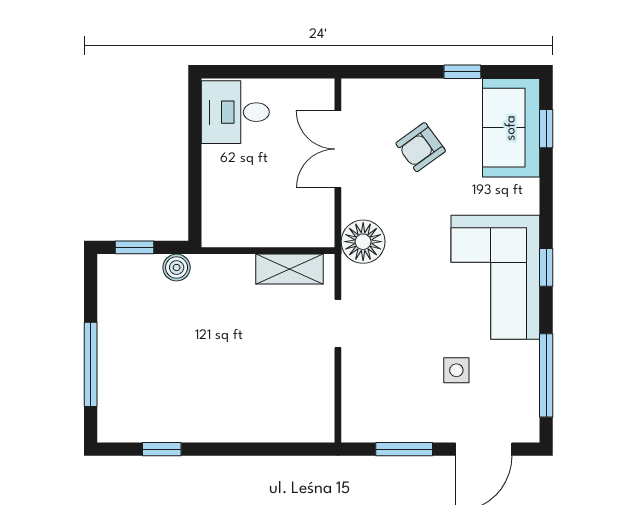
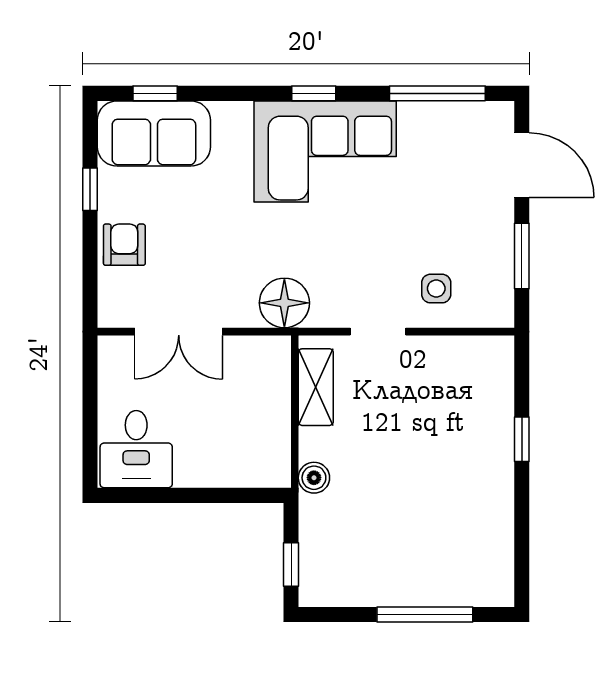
armchair: (421, 147) -> (124, 245), moved, turned -144
boiler: (177, 268) -> (314, 478), moved
side table: (456, 370) -> (436, 289), moved
window: (162, 449) -> (522, 439), moved

